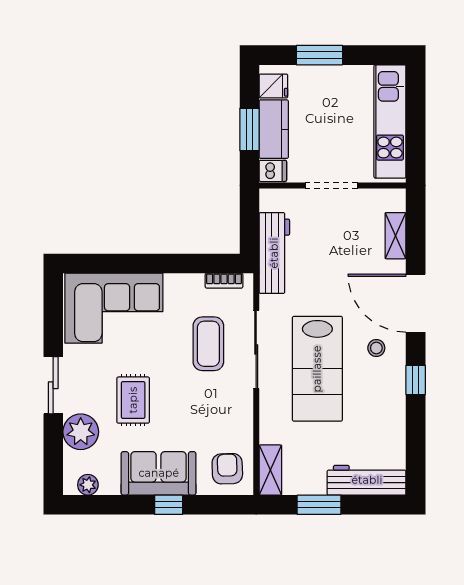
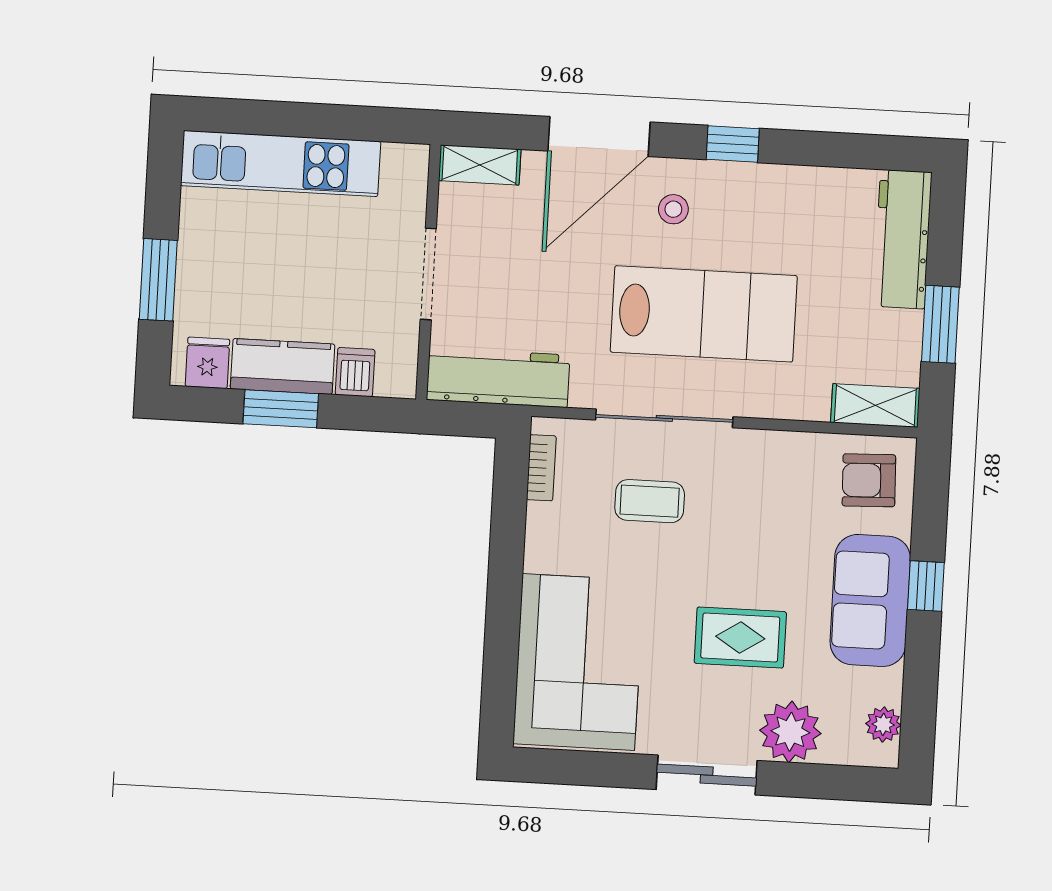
doorway: (331, 185) -> (428, 274), moved
wall: (333, 185) -> (428, 272), moved
coffee table: (208, 344) -> (650, 501), width x0.73, depth x0.77

